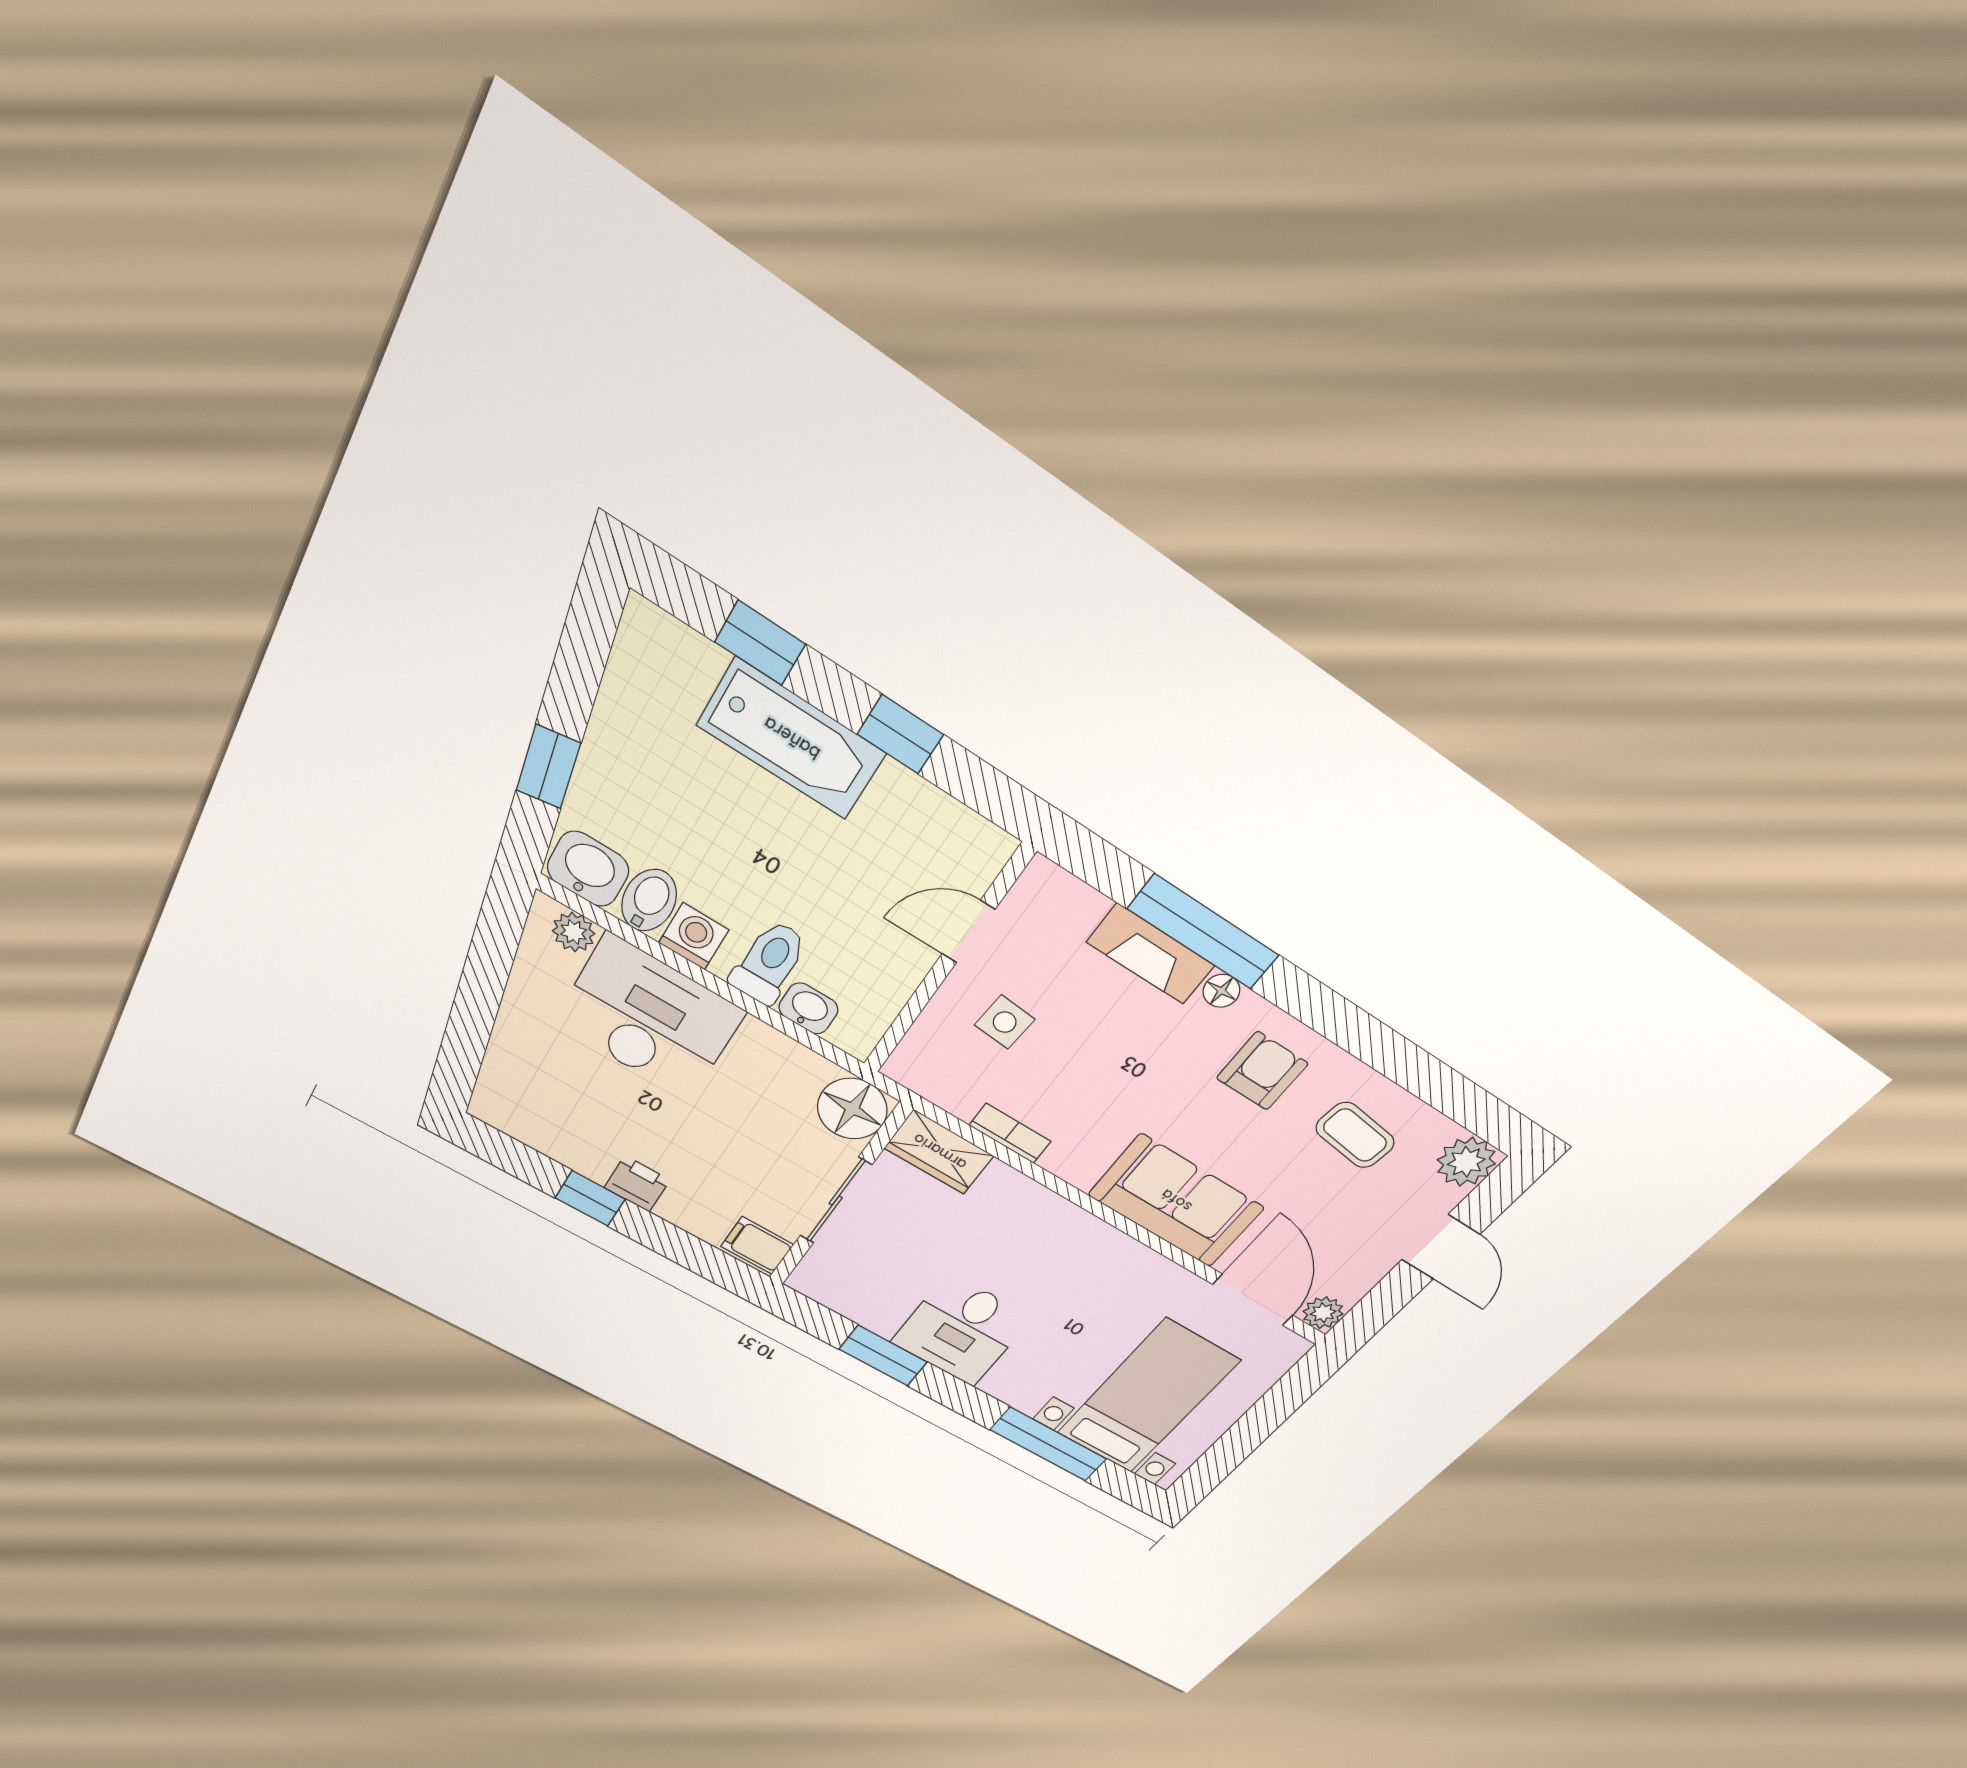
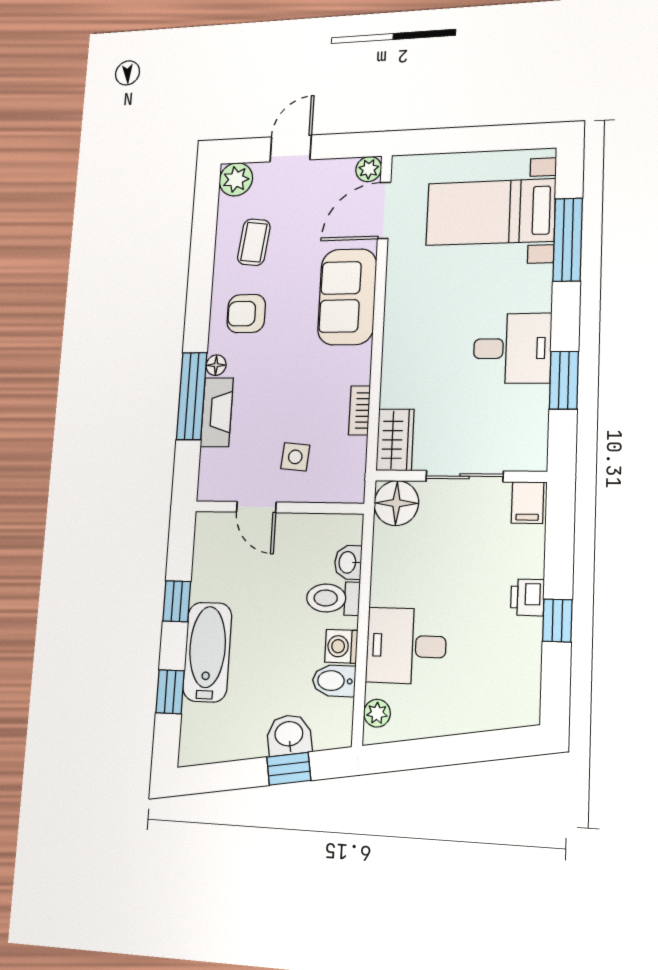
washbasin: (588, 869) -> (289, 735), moved, turned 81
desk: (649, 1018) -> (406, 646), width x0.73

